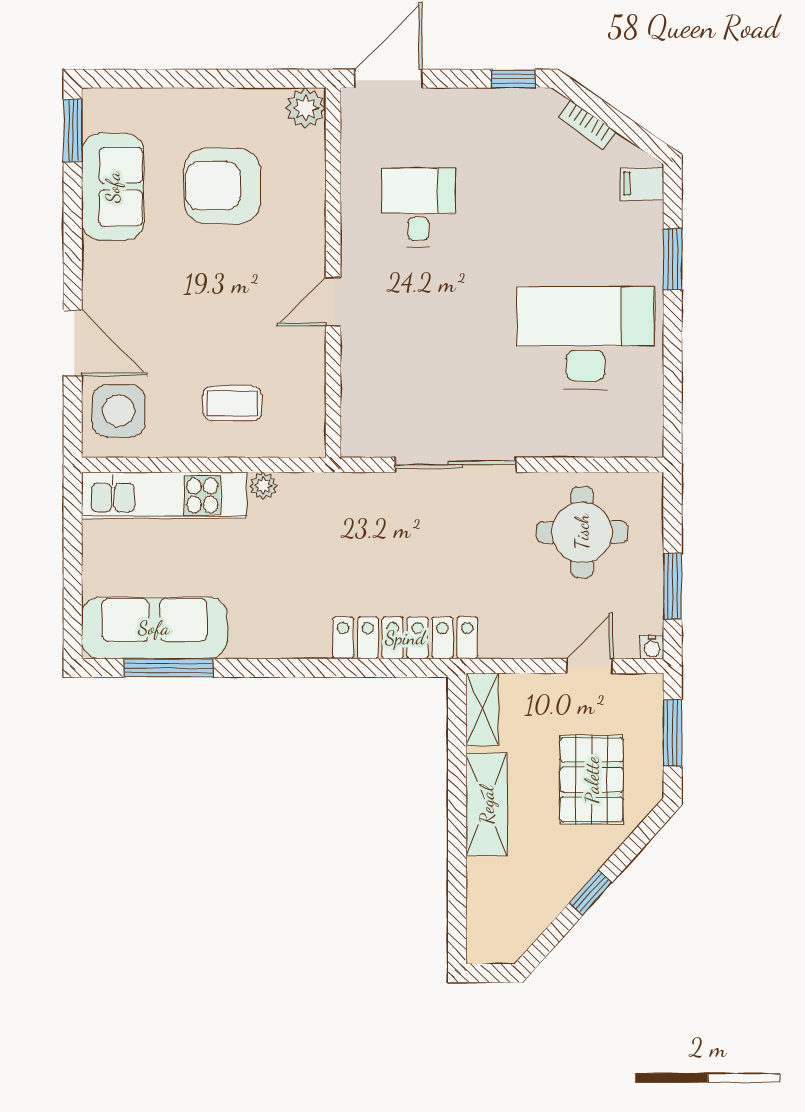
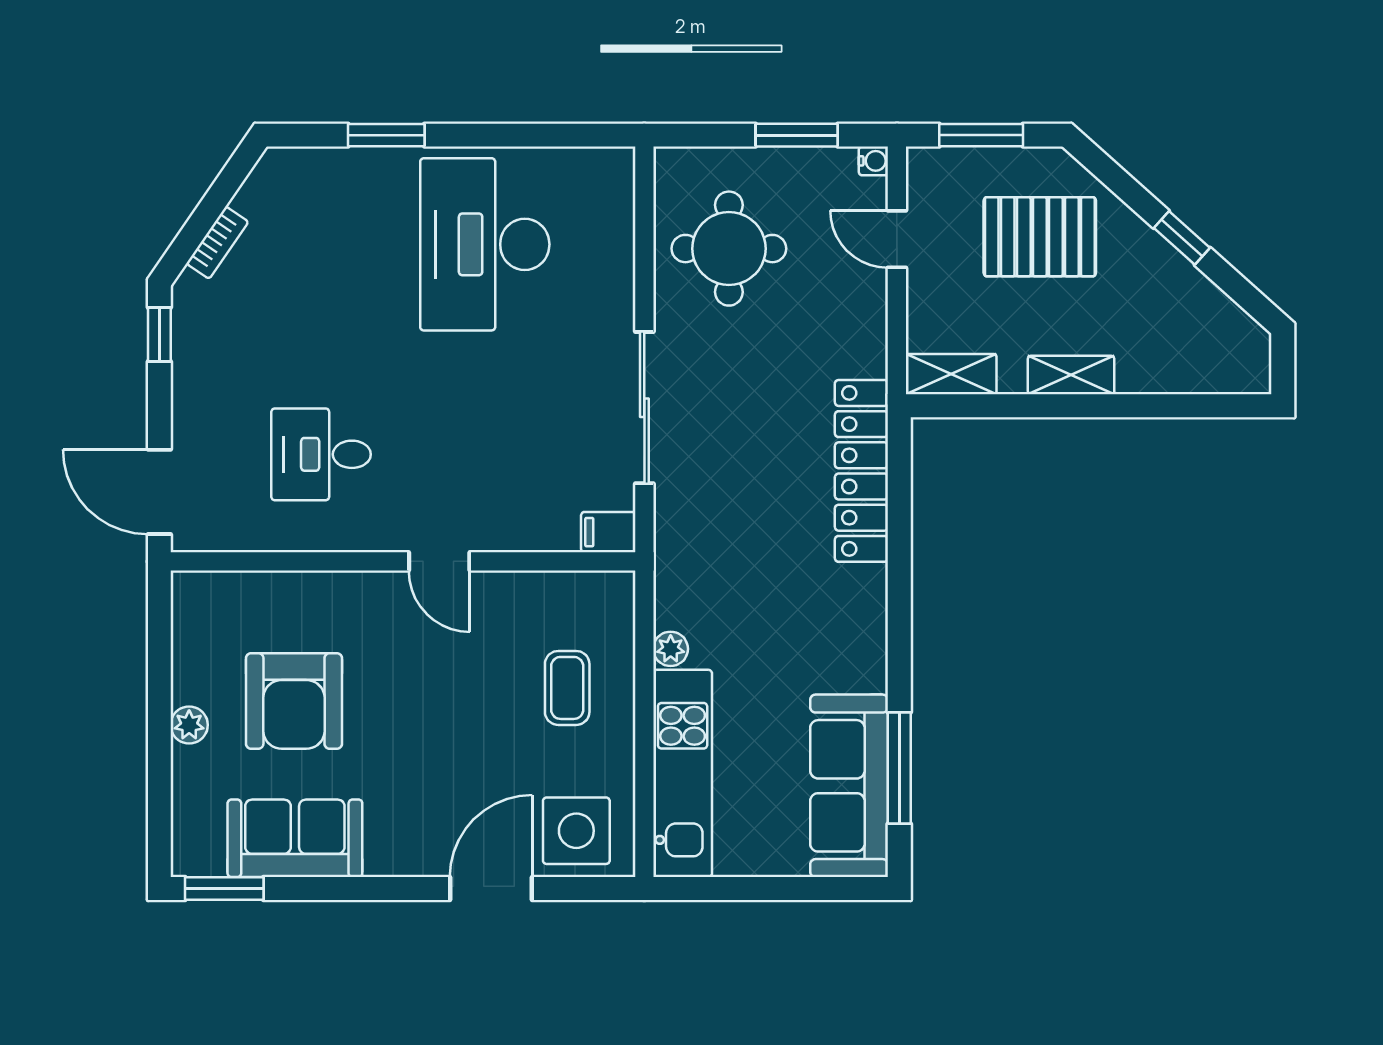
plant: (306, 108) -> (189, 725), moved, width x0.73, depth x0.73
filing cabinet: (642, 184) -> (608, 532), moved, turned 90
shelving: (487, 805) -> (1071, 375), width x0.67, depth x0.75

